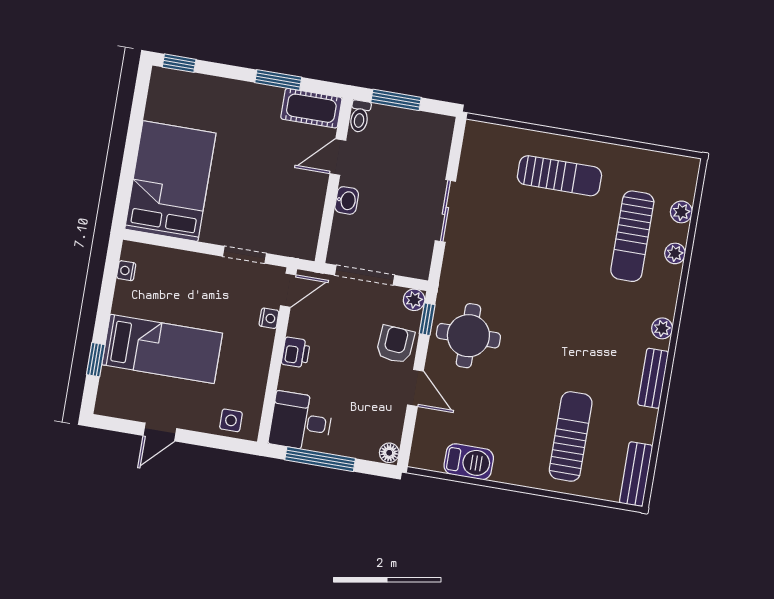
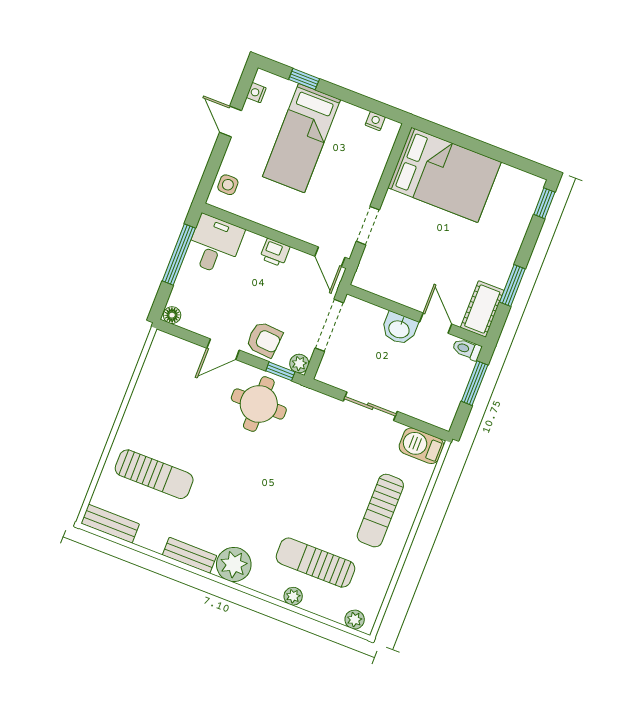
washbasin: (347, 200) -> (399, 329), width x1.38, depth x1.45
plant: (681, 212) -> (355, 620), moved
nightstand: (269, 318) -> (256, 93), moved, turned 90
plant: (662, 328) -> (234, 564), width x1.87, depth x1.87
barbecue: (469, 462) -> (421, 446), moved, turned 90

